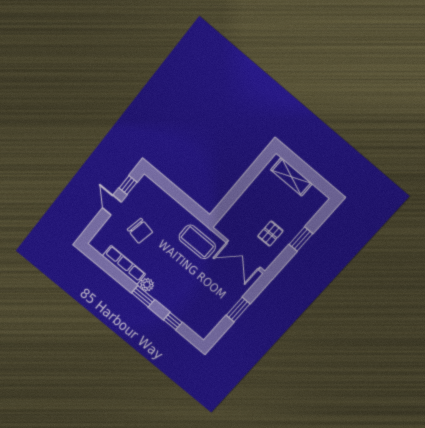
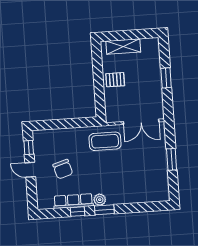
chair: (140, 231) -> (63, 169), turned 62
pallet: (270, 234) -> (115, 80), moved, turned 90
window: (173, 321) -> (77, 212), moved

